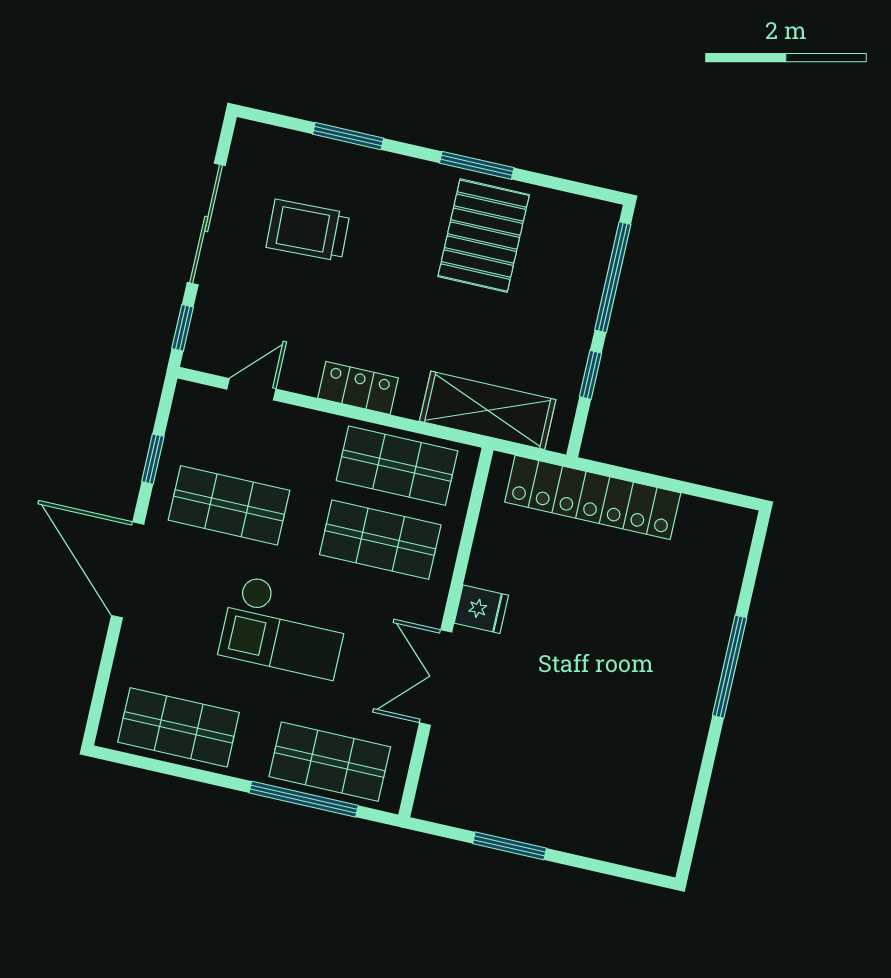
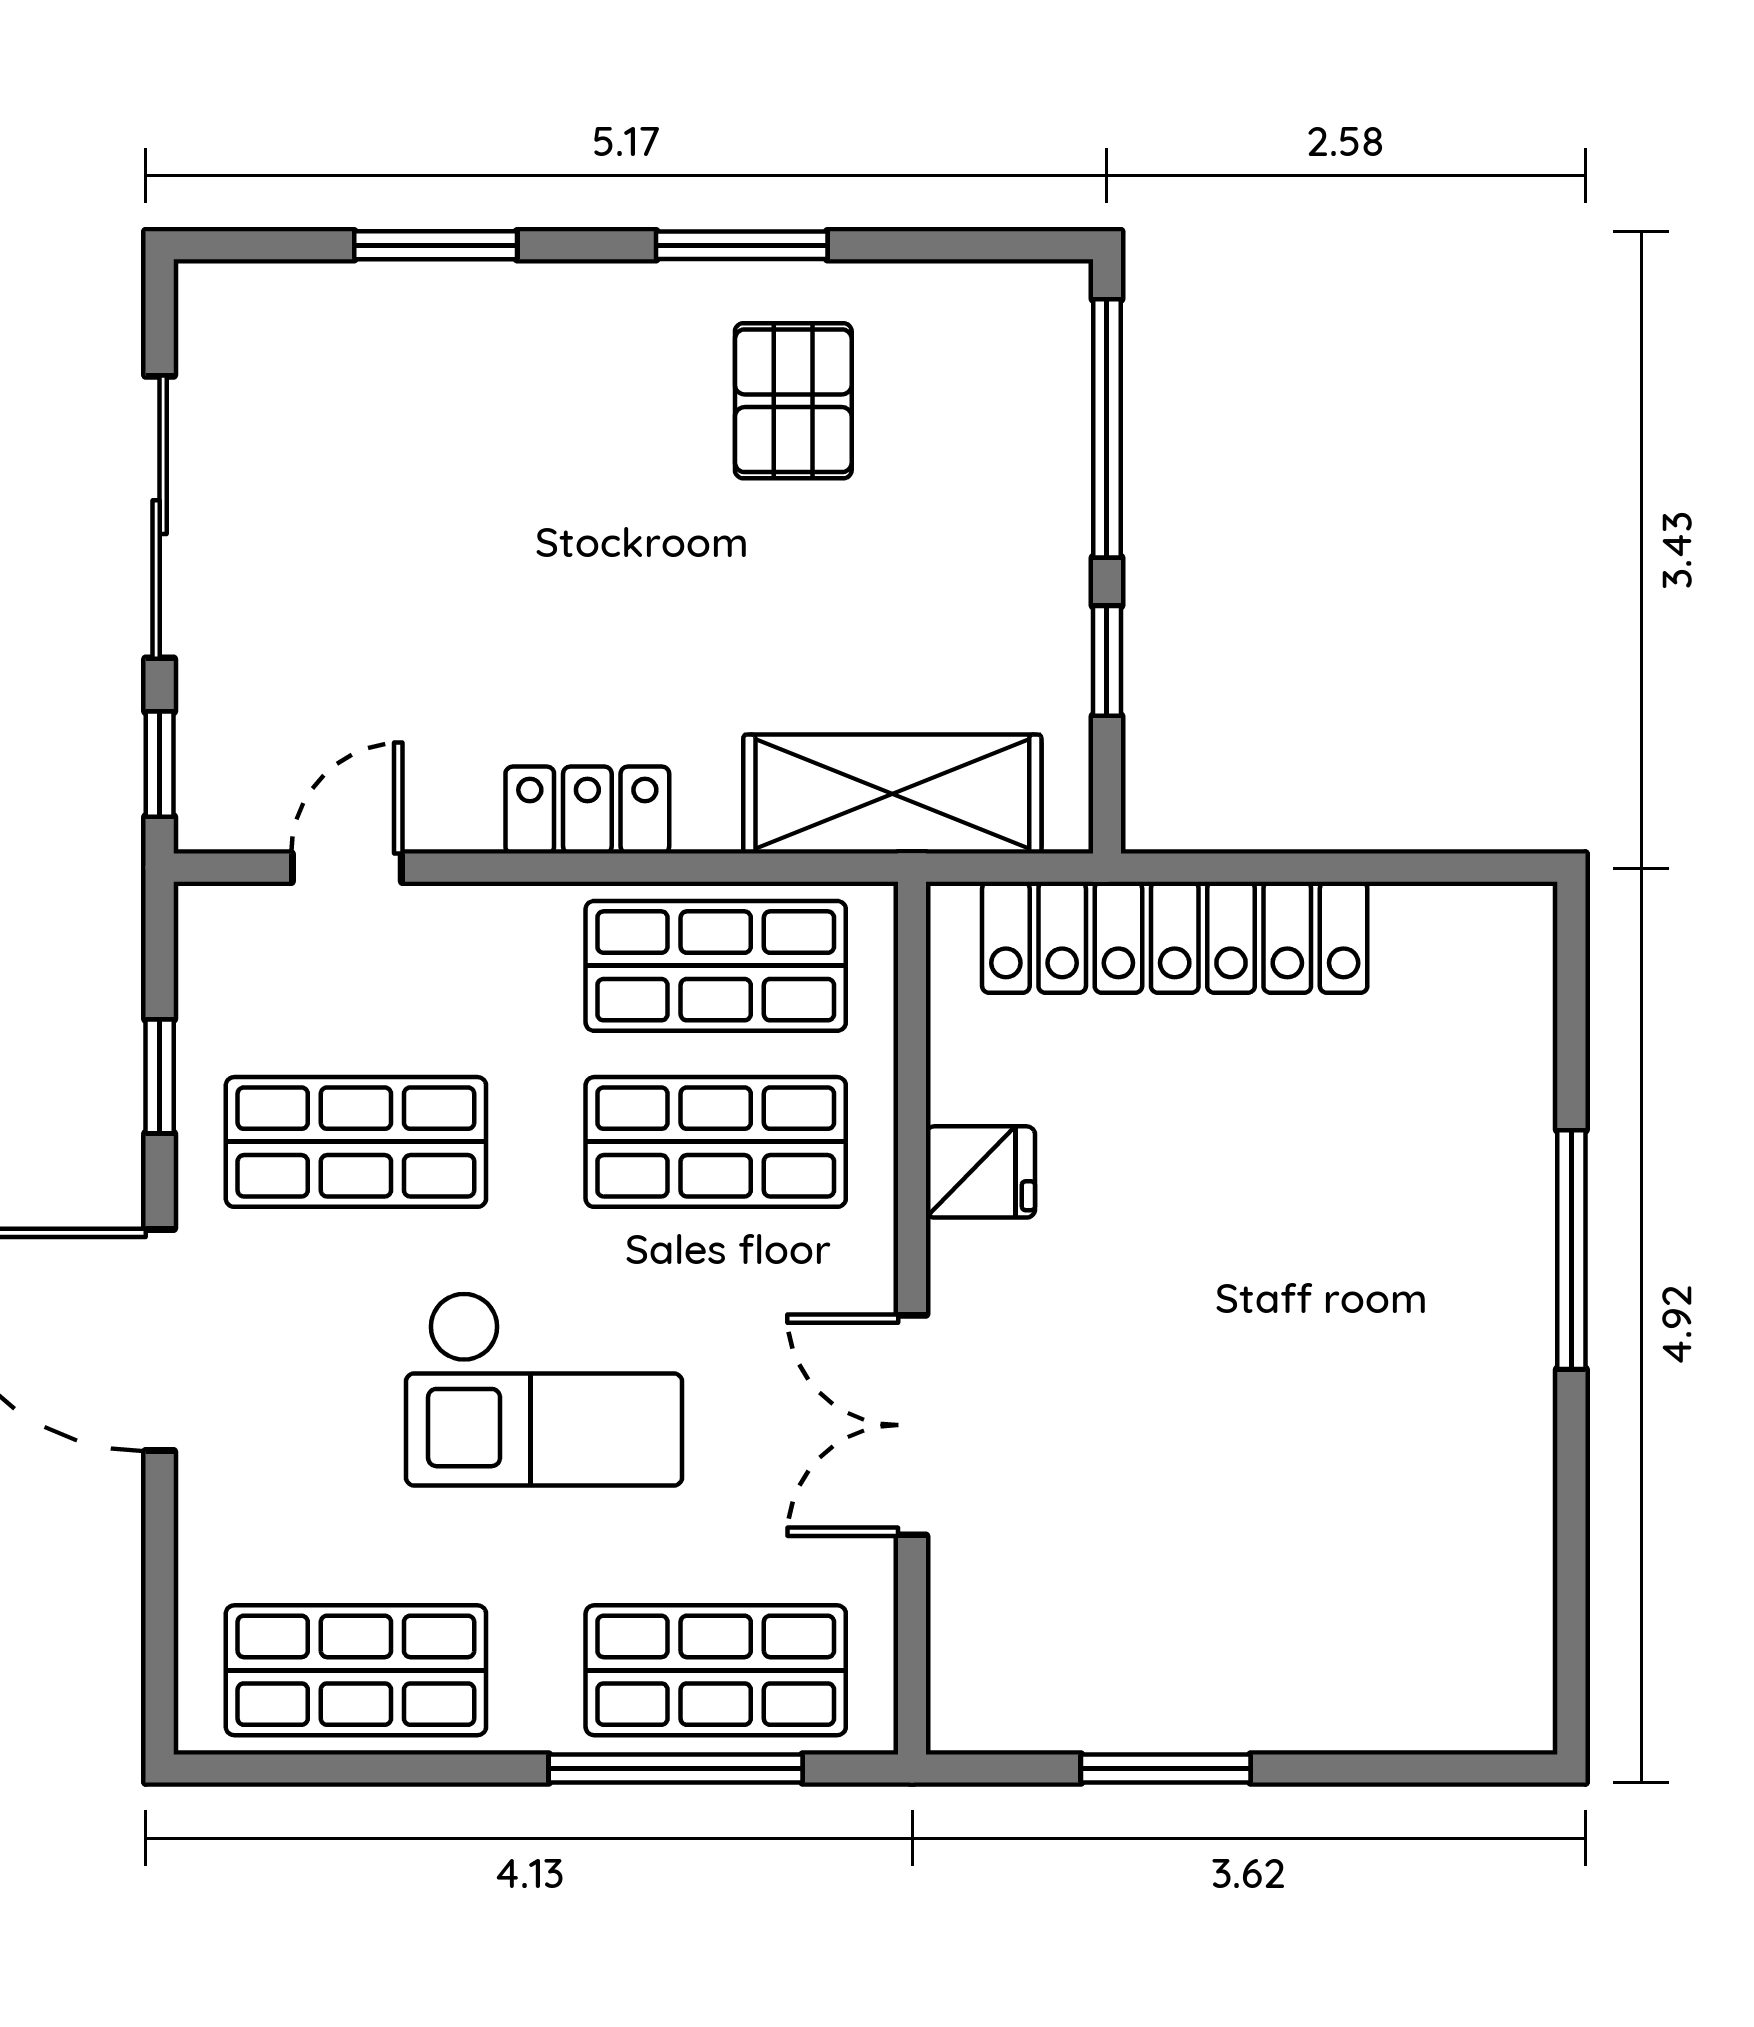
trolley: (308, 230) -> (393, 479), removed
pallet: (484, 236) -> (793, 401), width x0.67, depth x0.71
fridge: (481, 609) -> (980, 1172), moved

